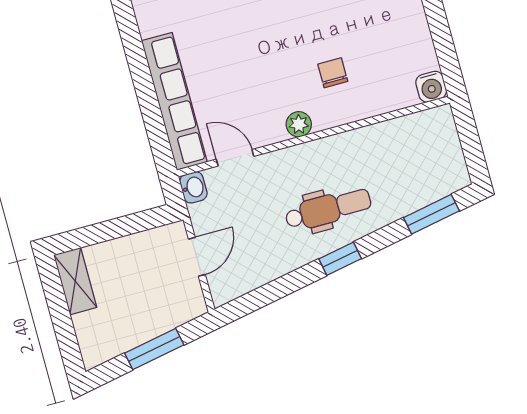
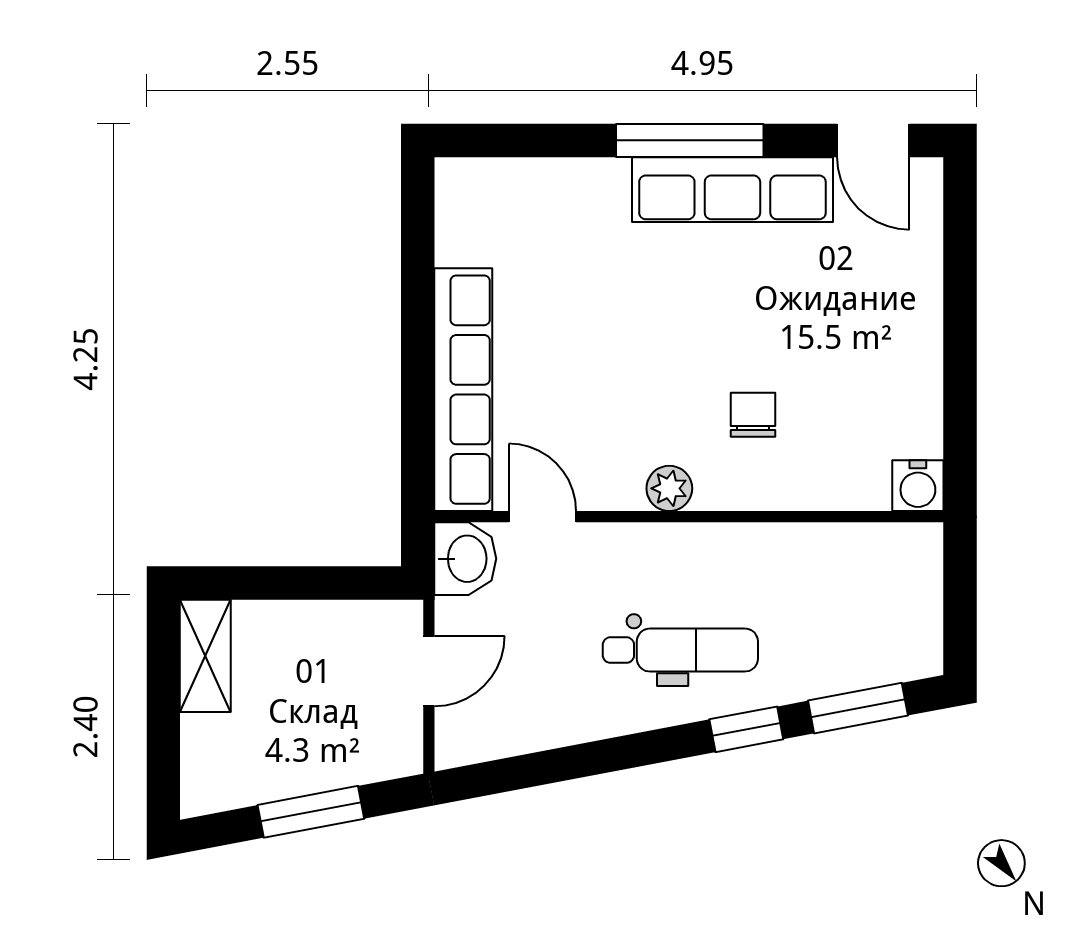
washbasin: (193, 187) -> (465, 559), width x1.38, depth x1.45
window: (340, 259) -> (746, 729), moved

